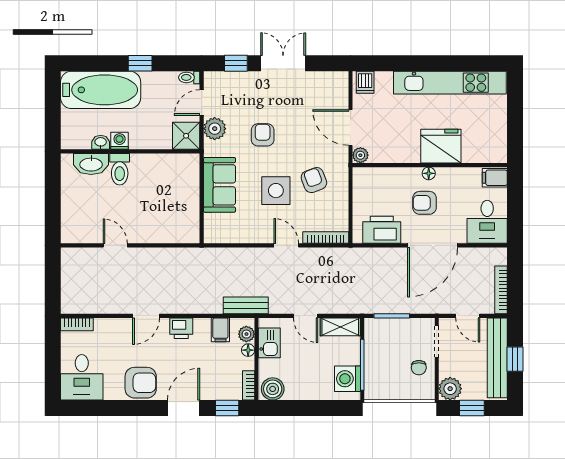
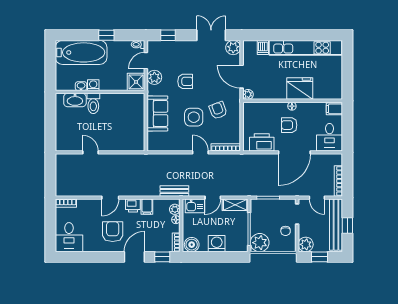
double door: (283, 63) -> (211, 35), moved
plant: (337, 82) -> (233, 48), added
dishwasher: (365, 82) -> (263, 48), moved
armchair: (263, 135) -> (185, 81), turned 90
door: (306, 316) -> (213, 198), hinge flipped
filing cabinet: (220, 330) -> (147, 207), moved
kitchen sink: (269, 343) -> (195, 206), moved, turned 90
washing machine: (347, 379) -> (217, 244), moved, turned 90
armchair: (141, 383) -> (113, 232), moved, turned -90
plant: (379, 386) -> (260, 243), added

